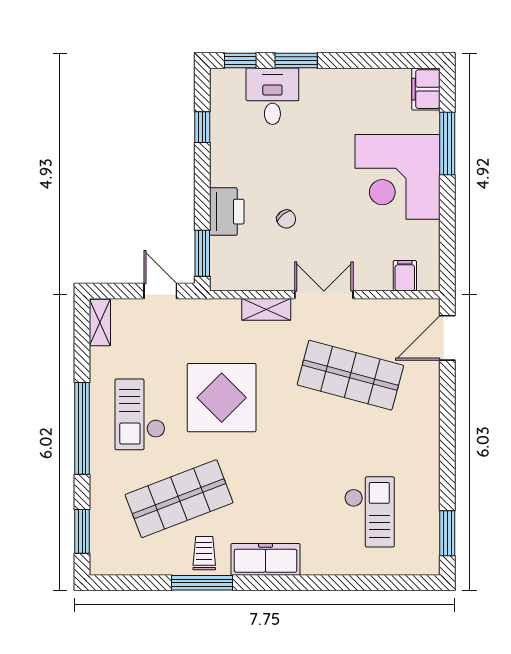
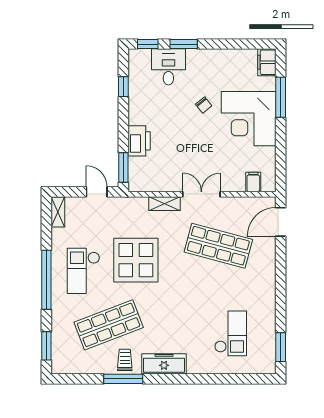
chair: (286, 219) -> (204, 105), moved

